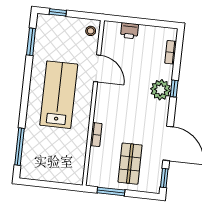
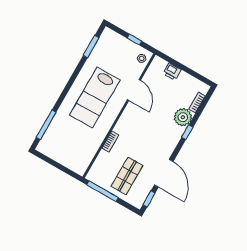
window: (58, 12) -> (134, 40), moved
plant: (161, 90) -> (183, 117), moved
lab bench: (59, 95) -> (95, 97), turned 180
window: (111, 191) -> (102, 191), width x1.44

